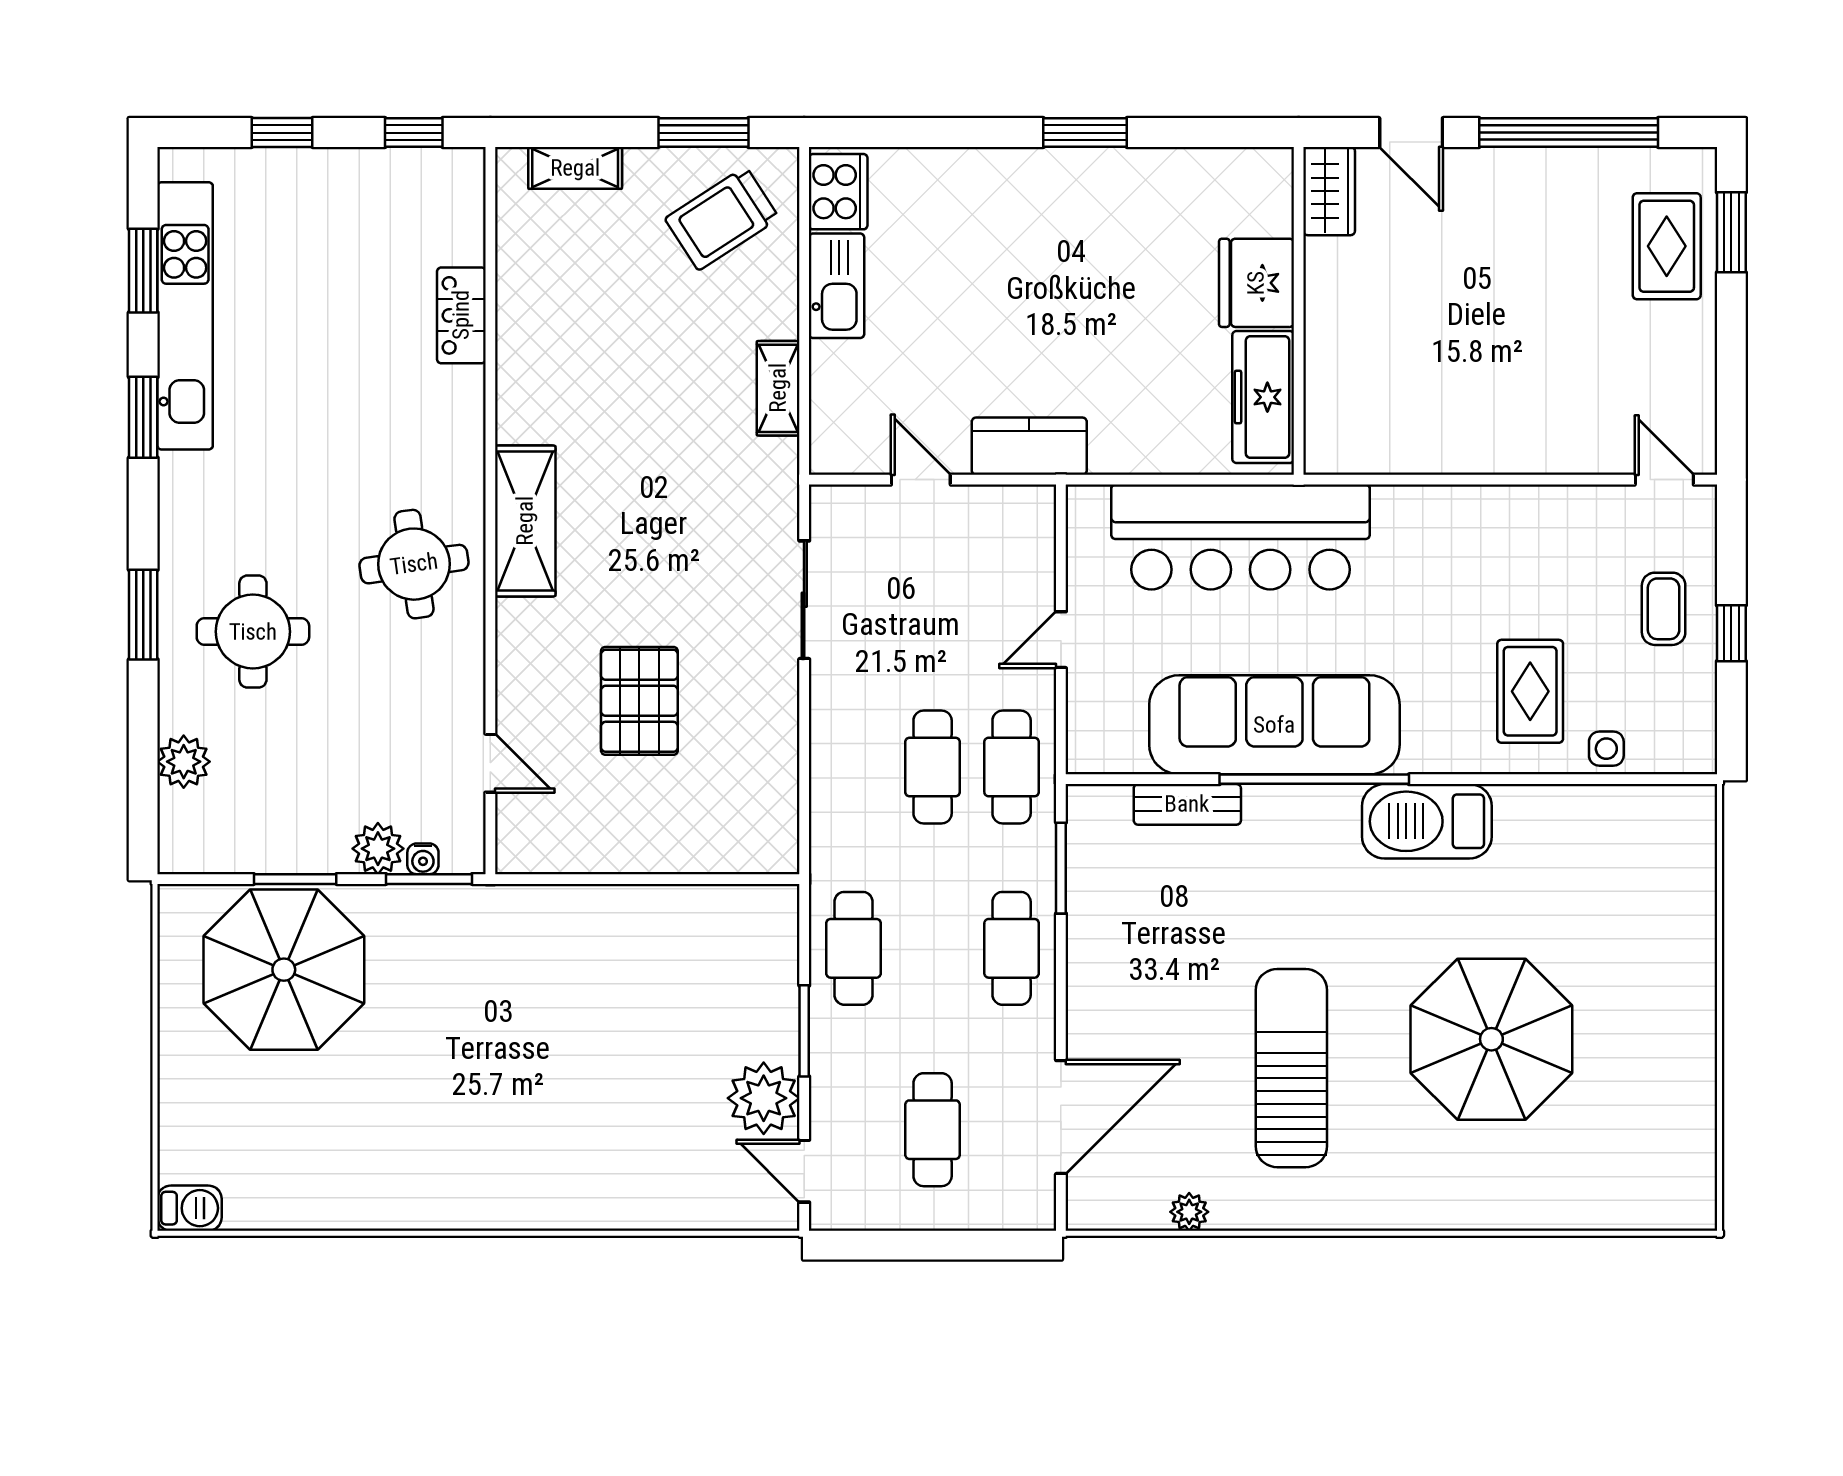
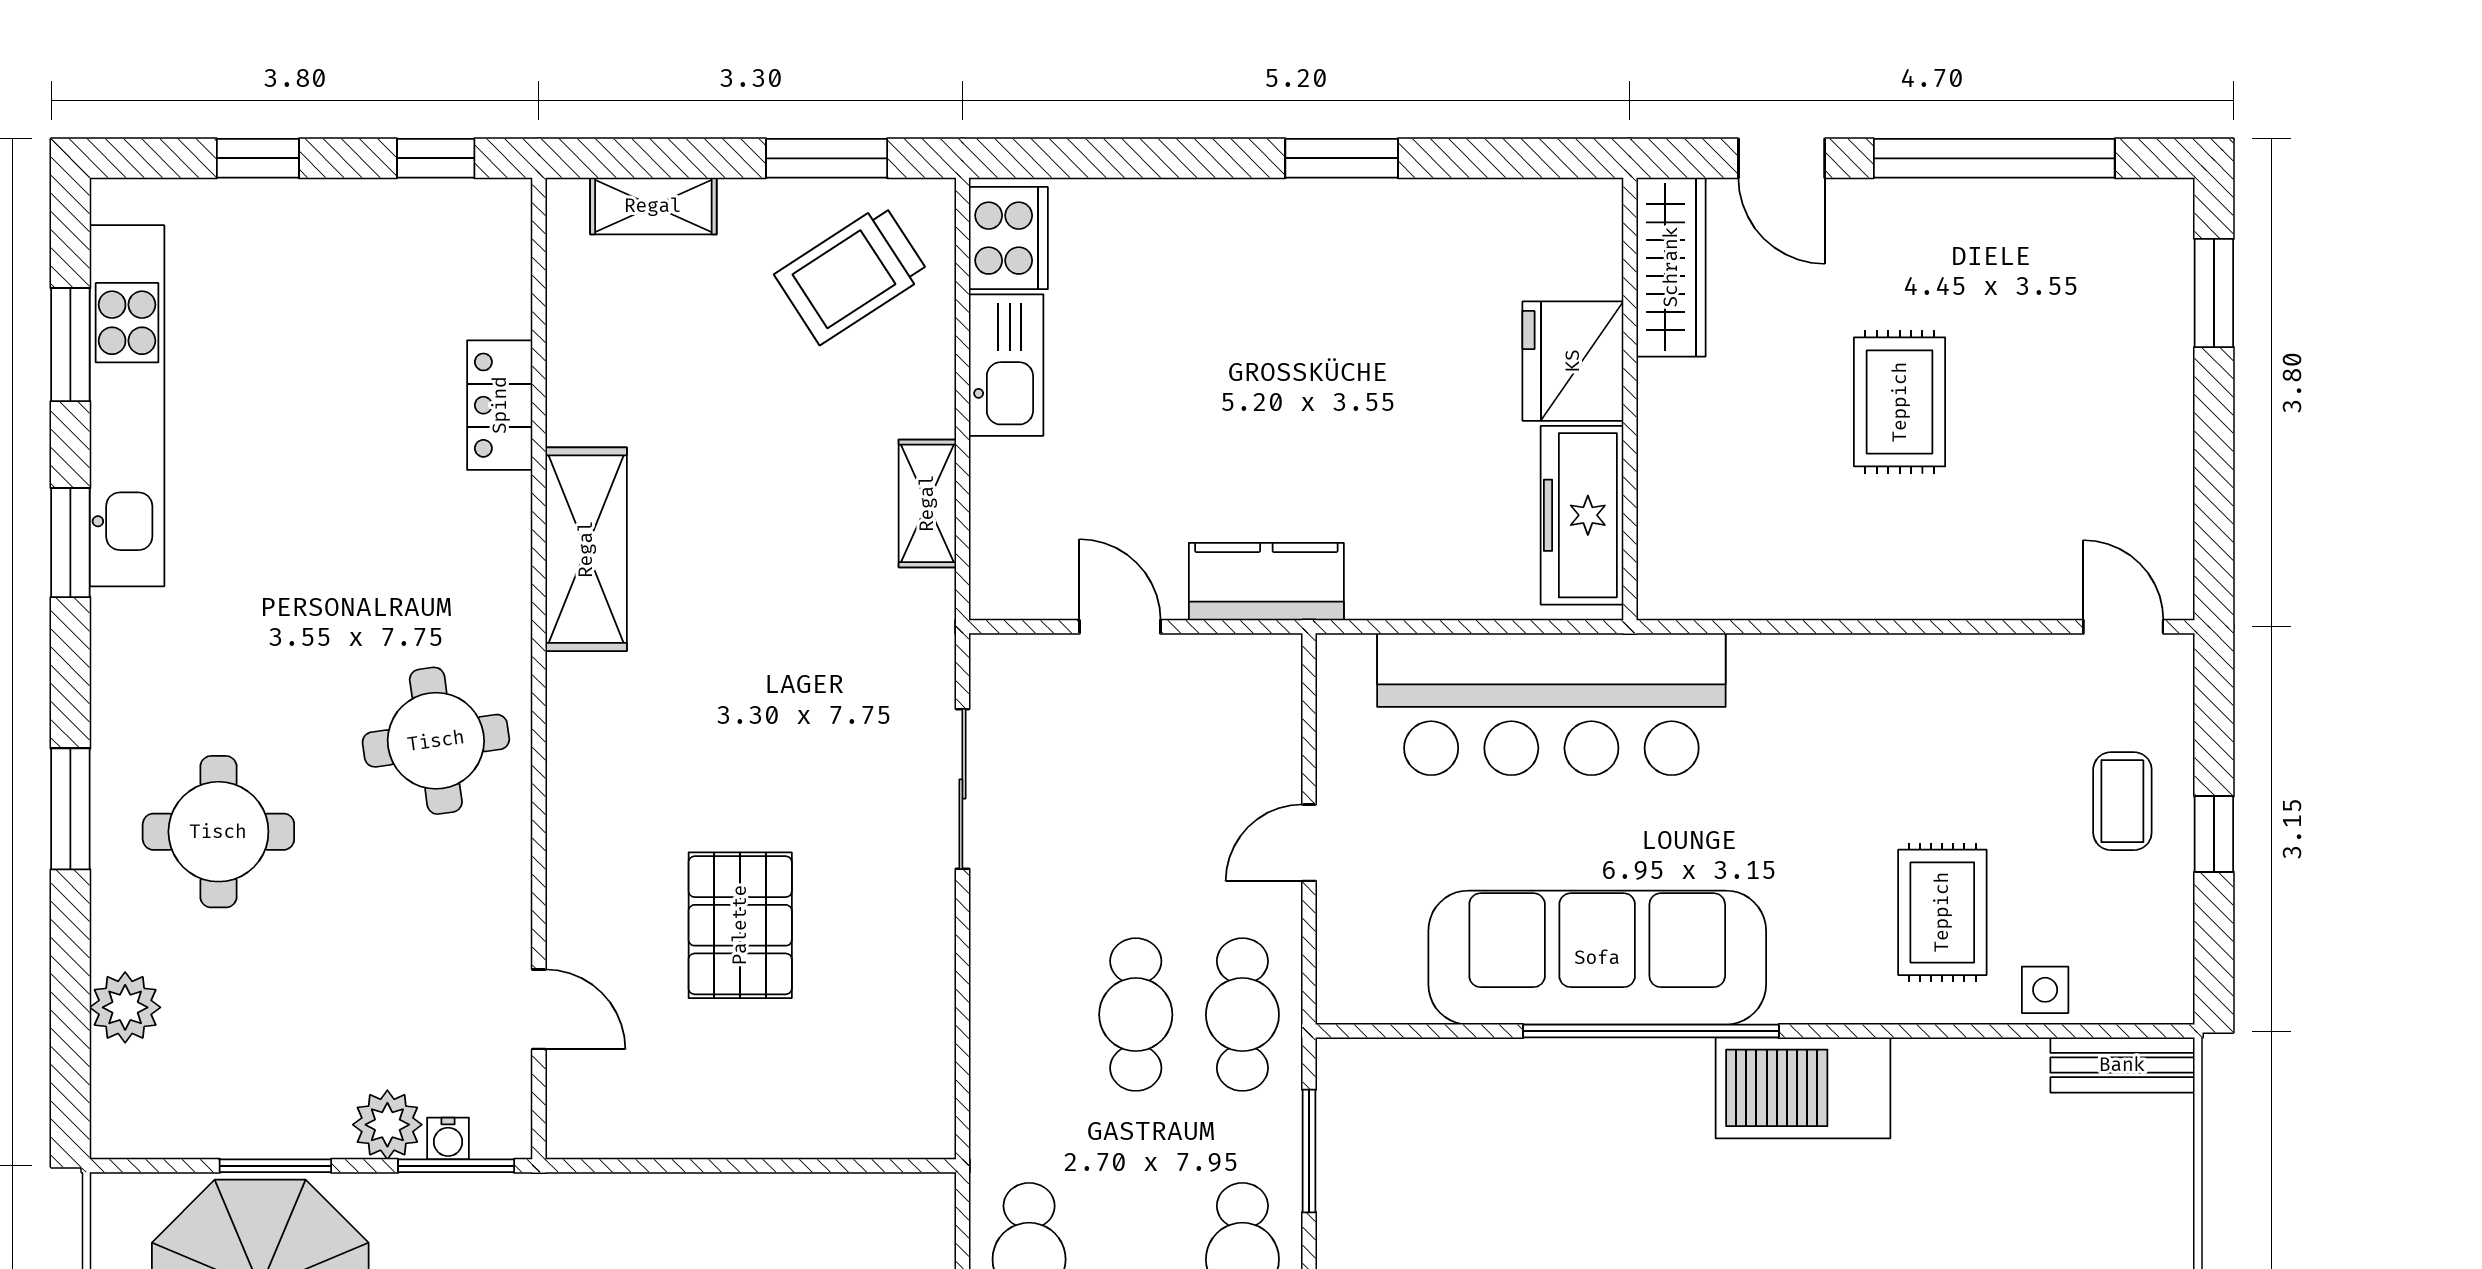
wardrobe: (1329, 191) -> (1671, 267), width x1.50
rug: (1667, 246) -> (1900, 402), moved
shelving: (525, 521) -> (586, 549), moved
bench: (1187, 804) -> (2122, 1065), moved

